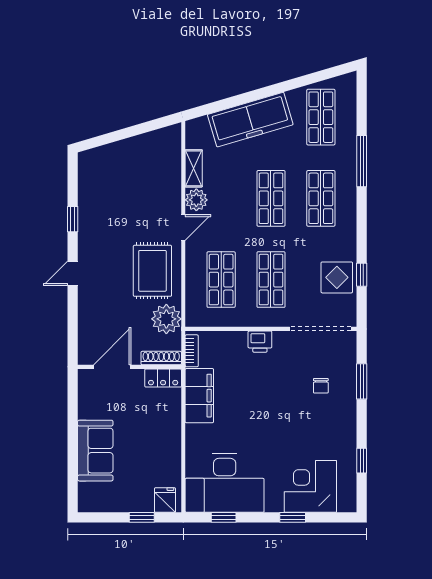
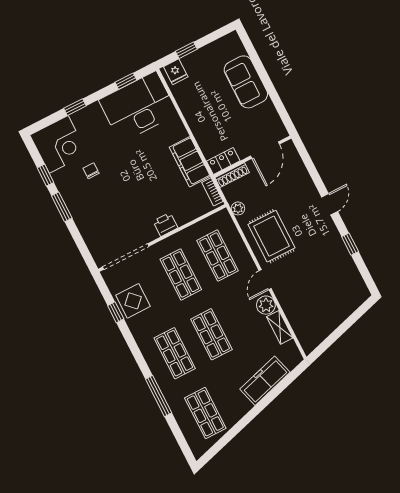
freezer: (250, 120) -> (265, 381), width x0.73, depth x0.79
plant: (166, 319) -> (238, 208), width x0.53, depth x0.53
window: (362, 381) -> (62, 207), moved
chair: (321, 386) -> (91, 171), moved
corner desk: (310, 486) -> (59, 144), moved

